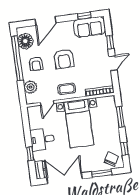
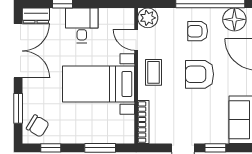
plant: (30, 87) -> (148, 18), moved

